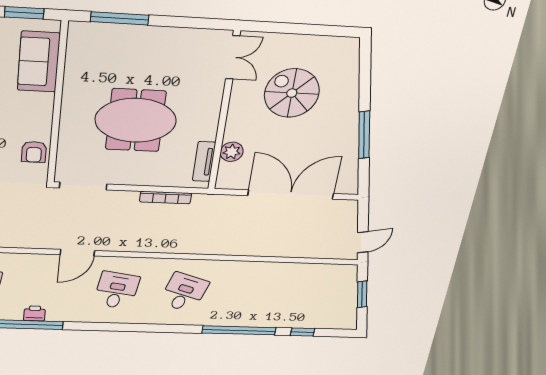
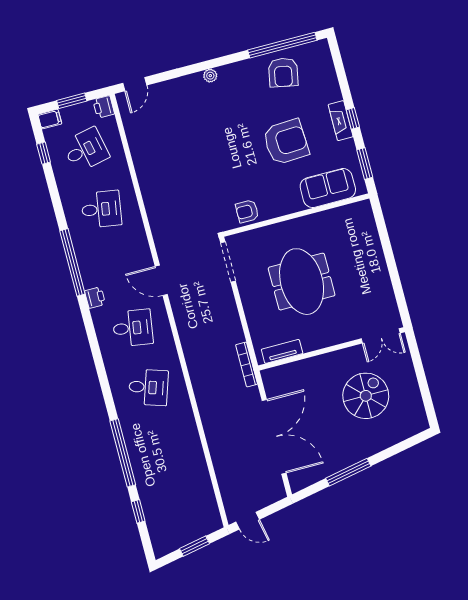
window: (120, 18) -> (384, 236), removed
plant: (232, 152) -> (298, 370), removed
bookcase: (166, 197) -> (247, 364), moved
printer: (35, 313) -> (95, 298), moved

